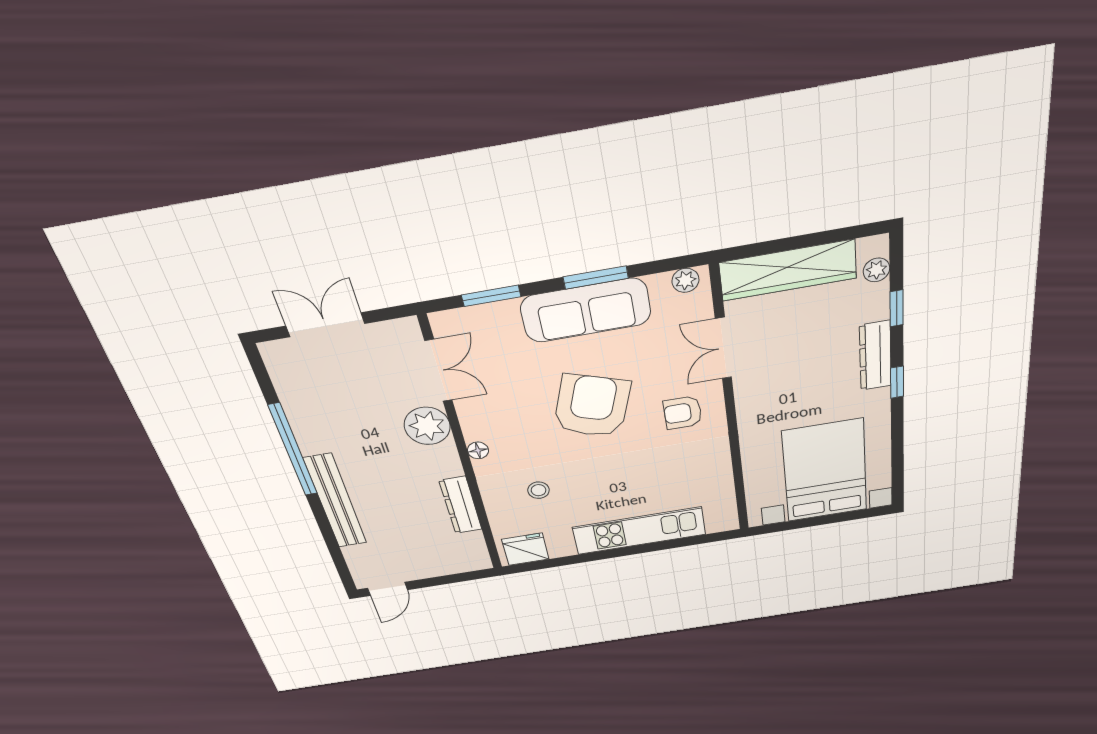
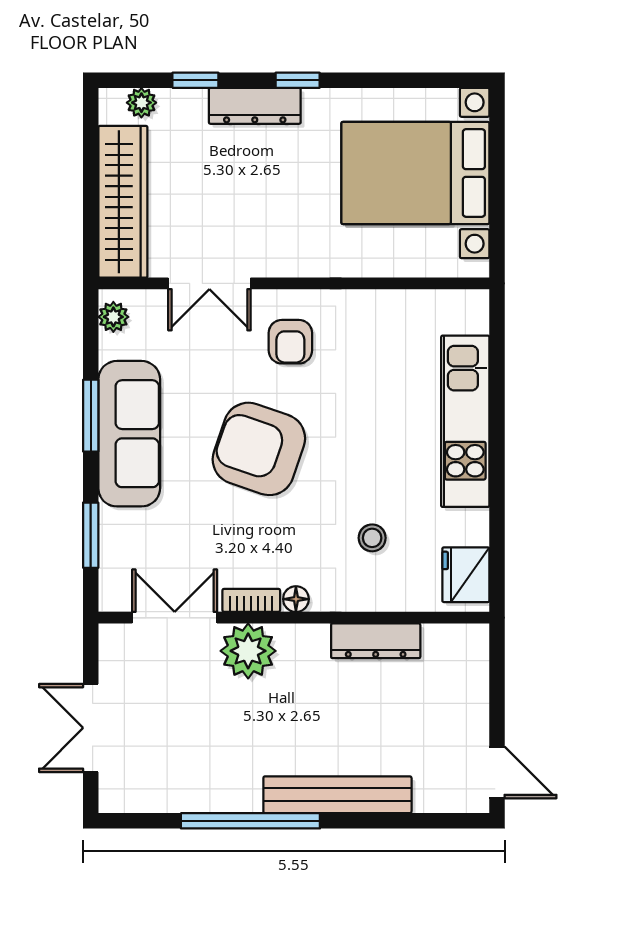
bookcase: (468, 421) -> (251, 600), added

